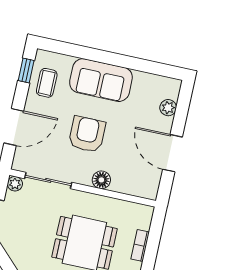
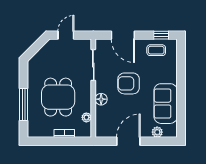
sofa: (101, 80) -> (166, 104), moved
armchair: (87, 134) -> (129, 83), turned 180
plant: (15, 184) -> (86, 117), moved

